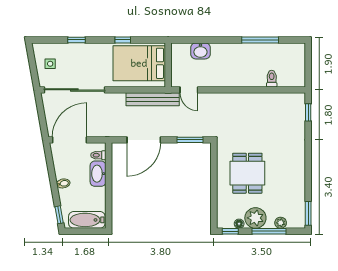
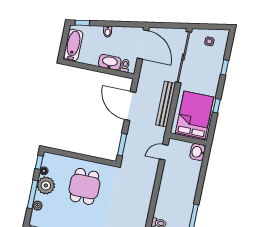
washbasin: (200, 51) -> (198, 152), moved
bench: (153, 99) -> (166, 104), moved
dining table: (247, 173) -> (84, 186), turned 90

